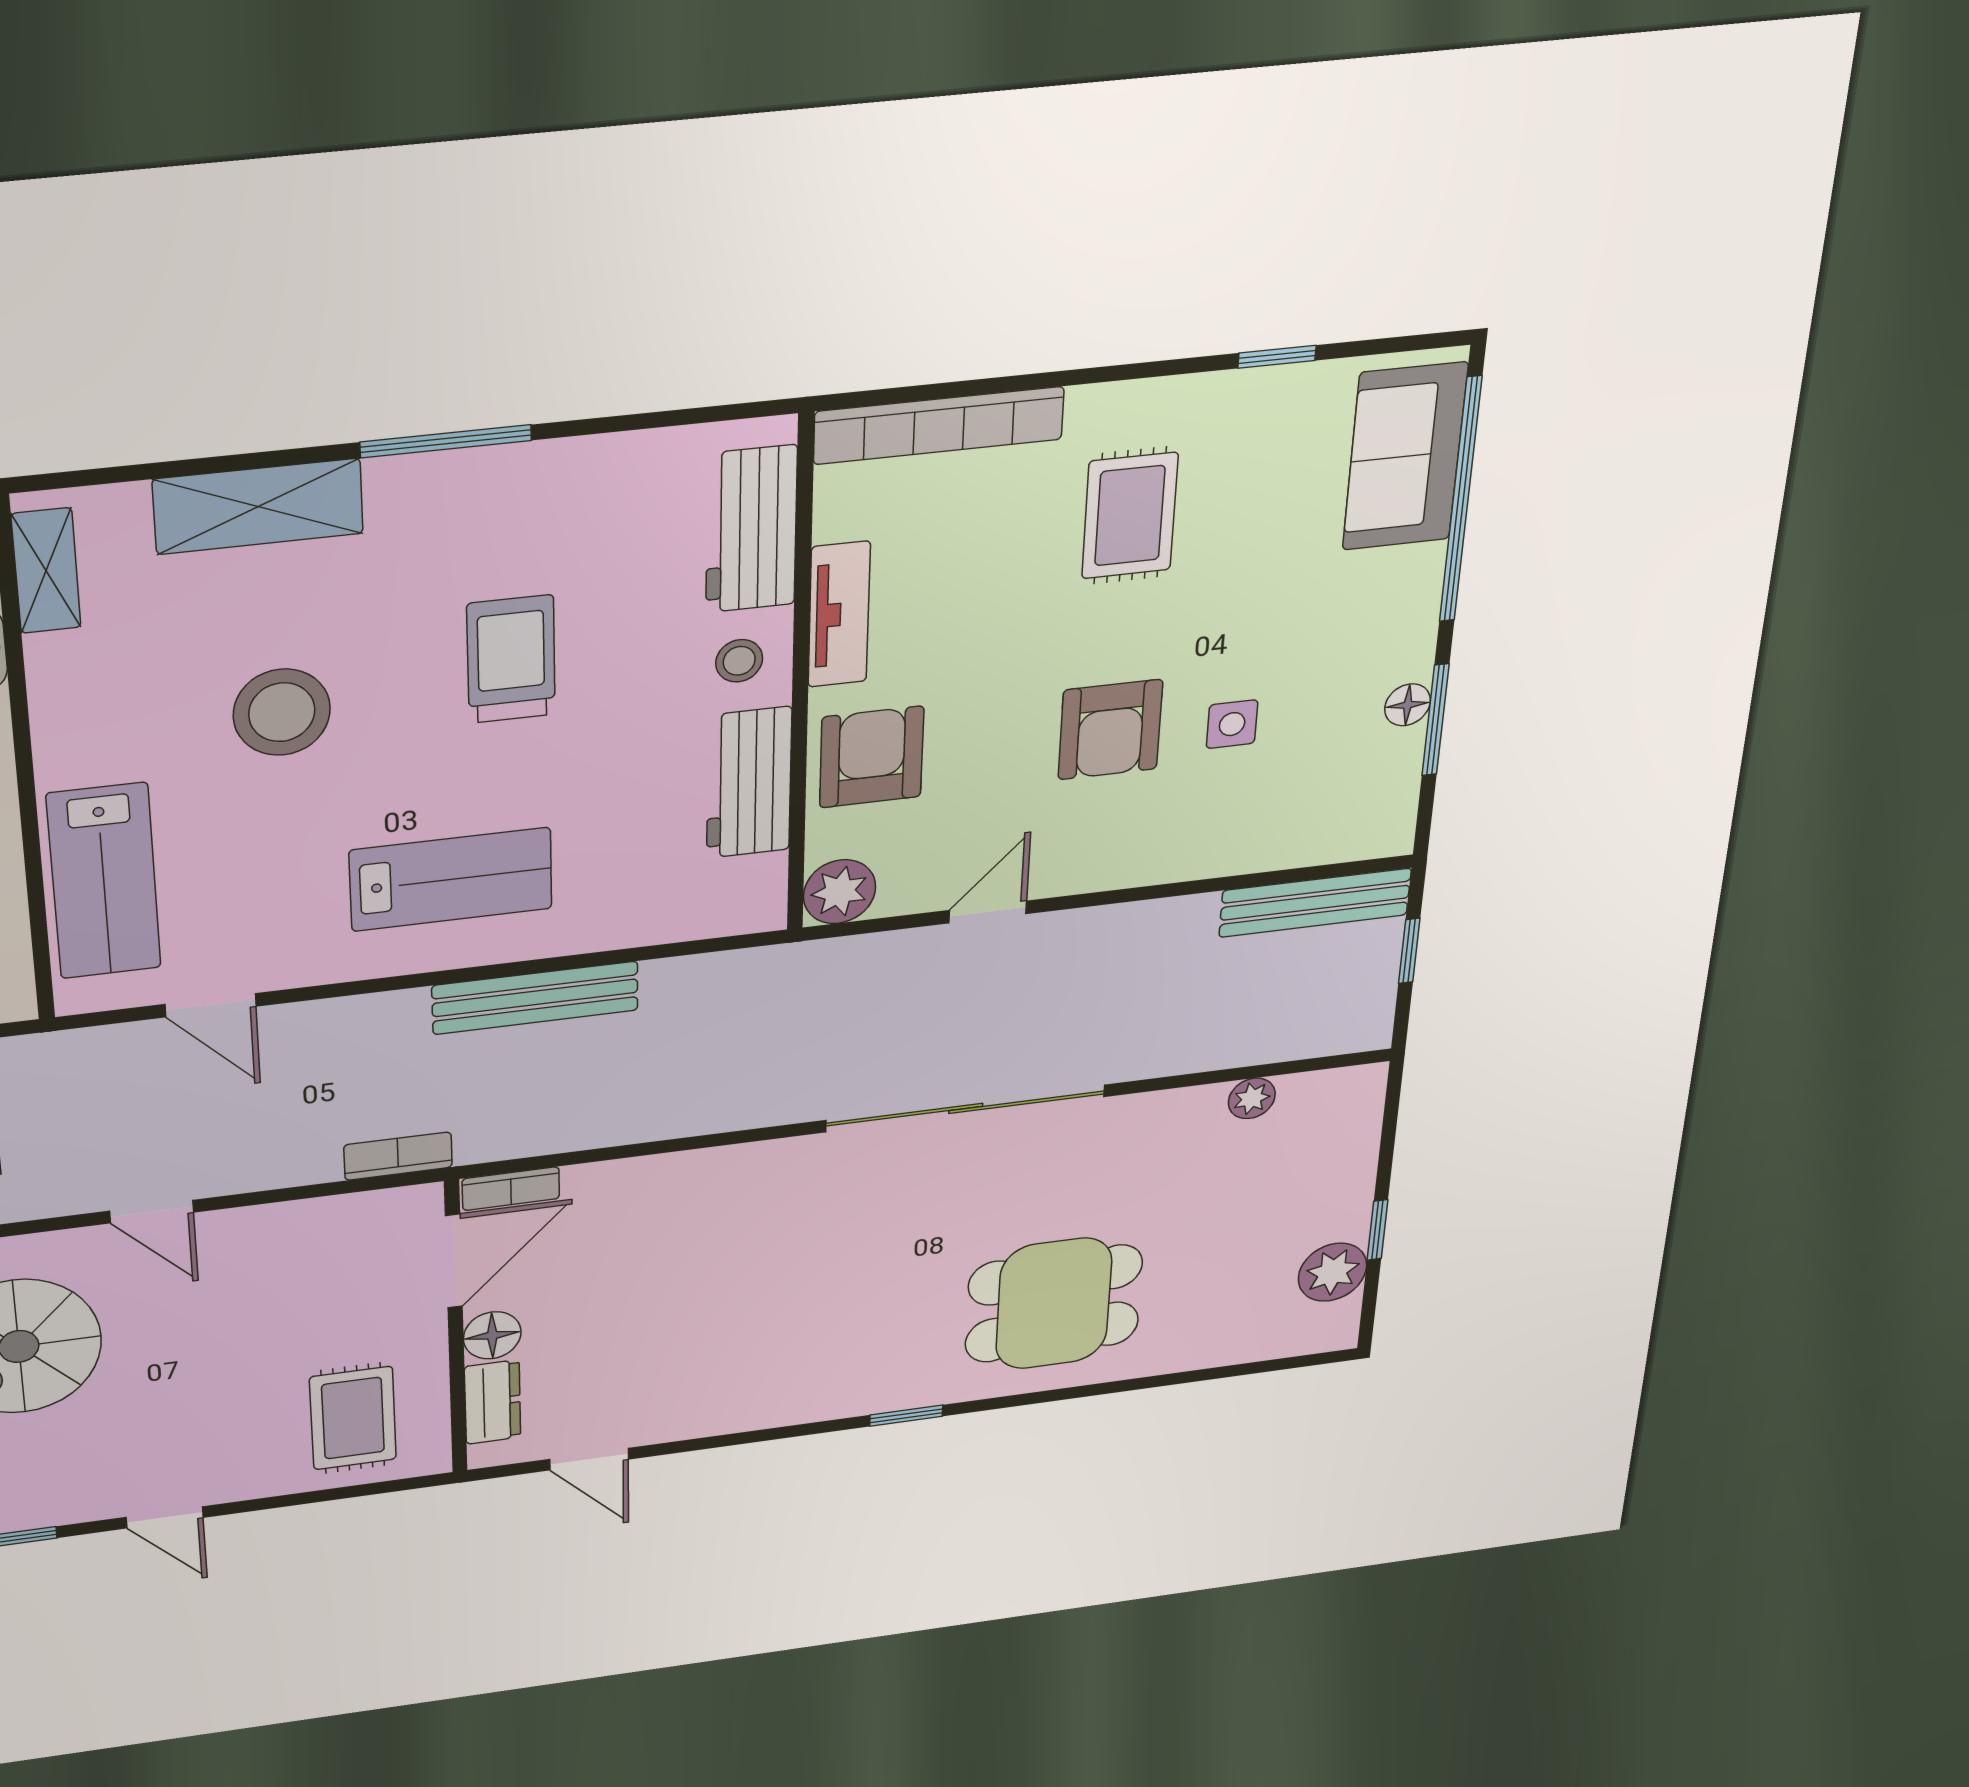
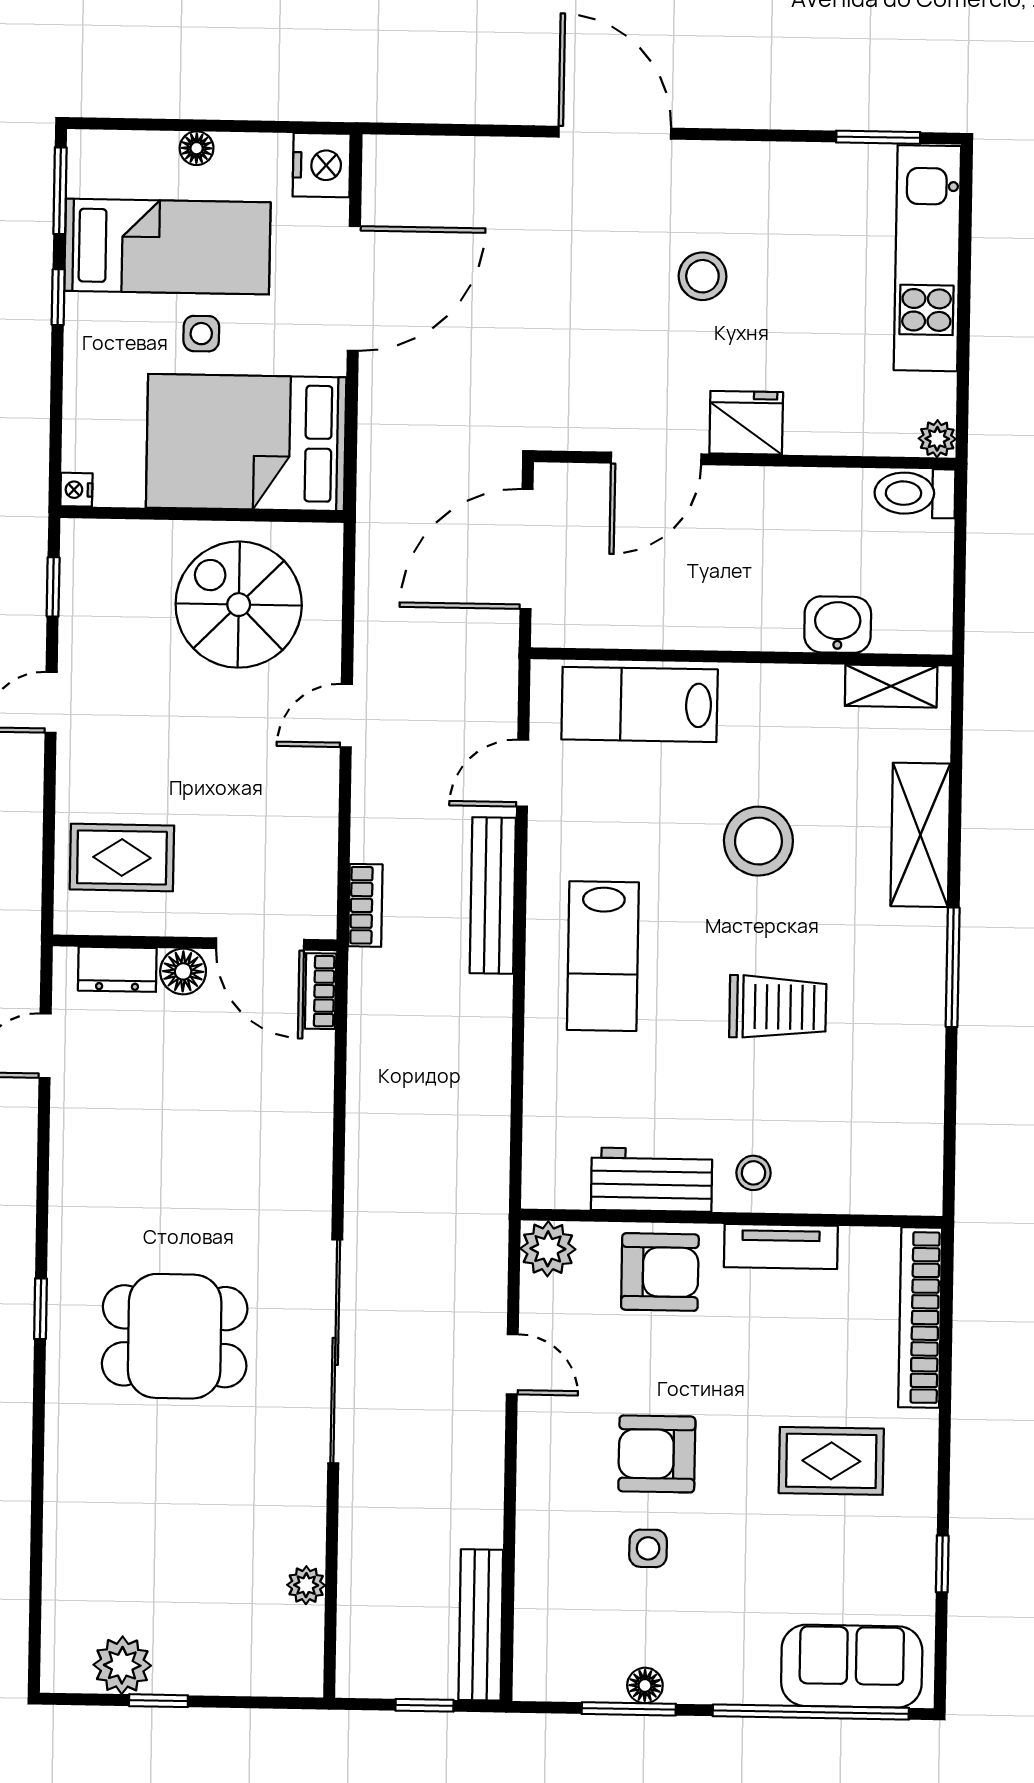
workbench: (751, 529) -> (857, 1182), removed
bench: (535, 998) -> (493, 895), moved
dining table: (1054, 1304) -> (175, 1336), moved, turned 90

